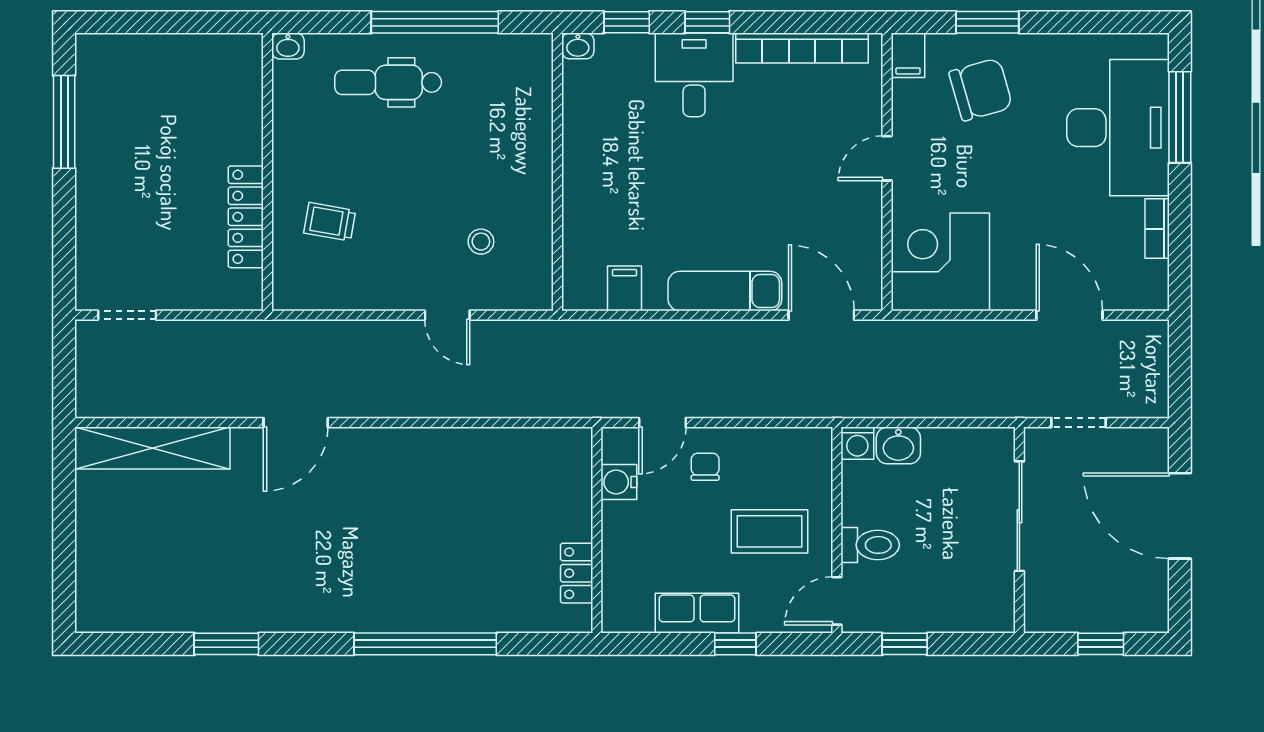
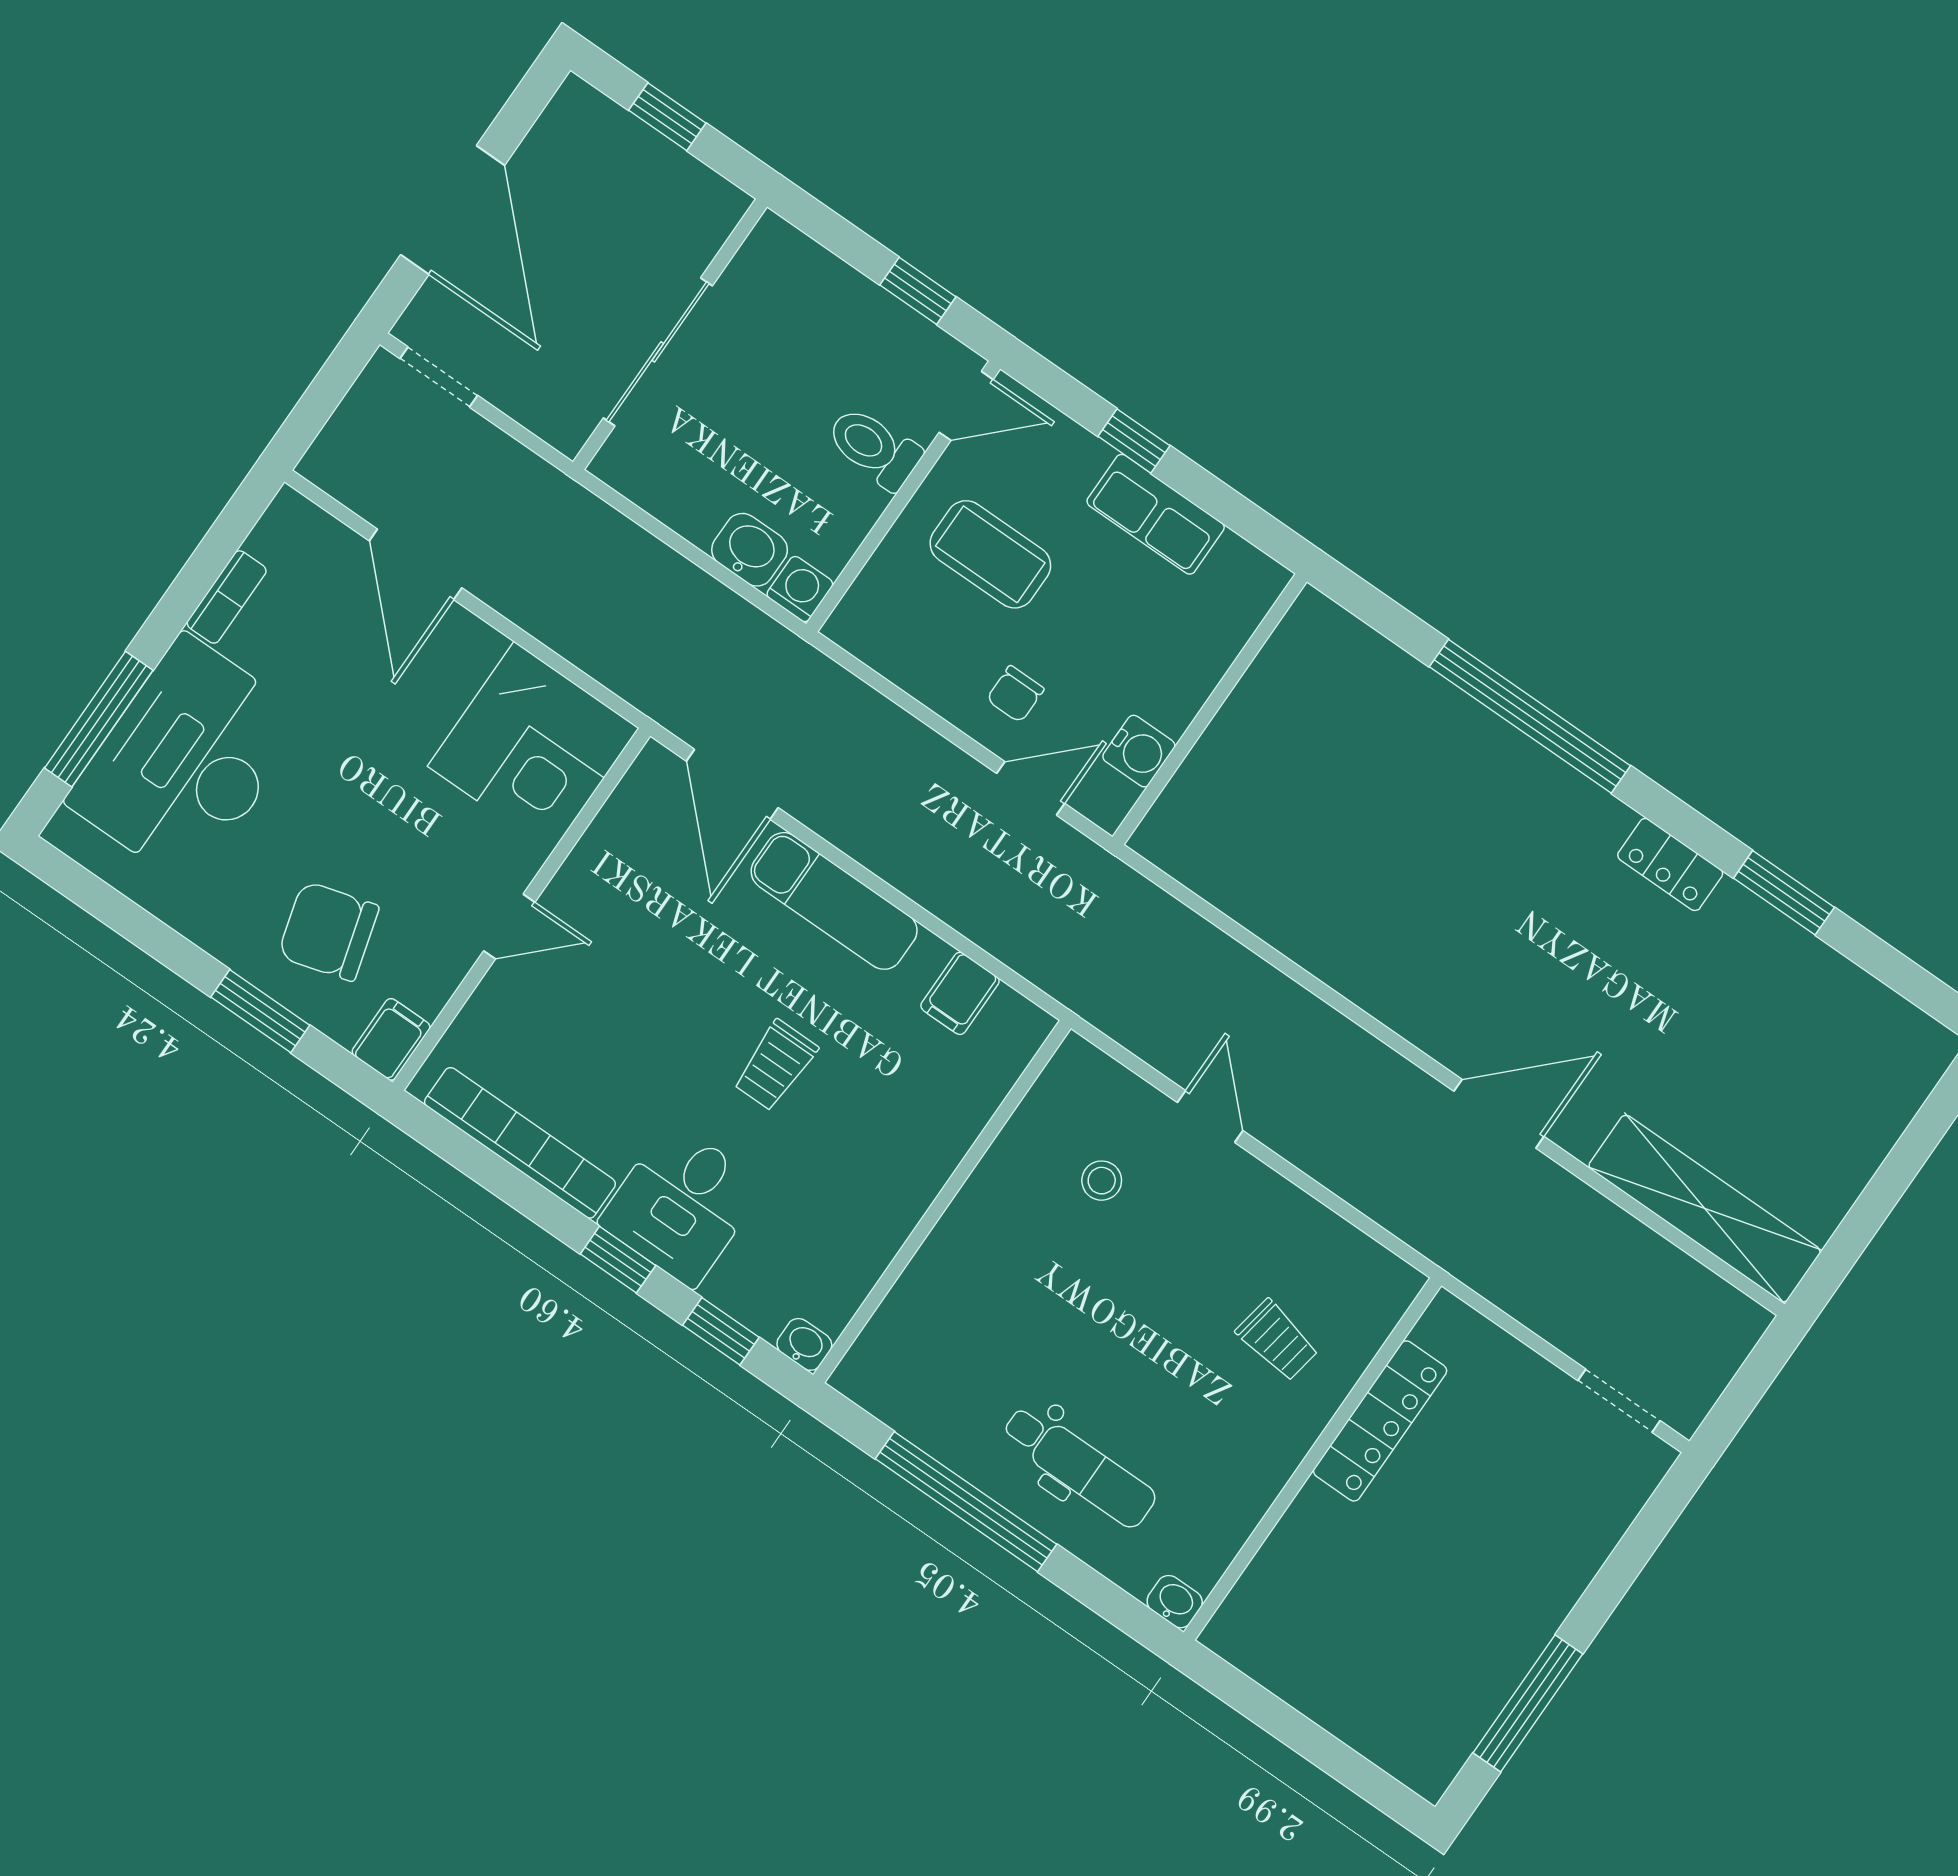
trolley: (696, 183) -> (775, 1065), added
doorway: (1079, 423) -> (439, 377), moved
locker: (577, 573) -> (1670, 864), moved, turned 90

